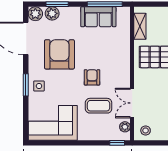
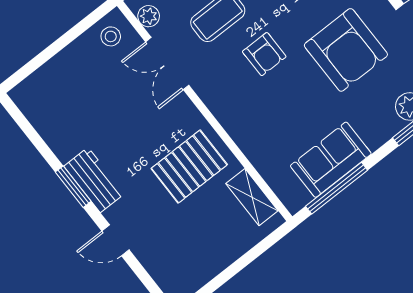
double door: (132, 103) -> (167, 64), swing flipped

